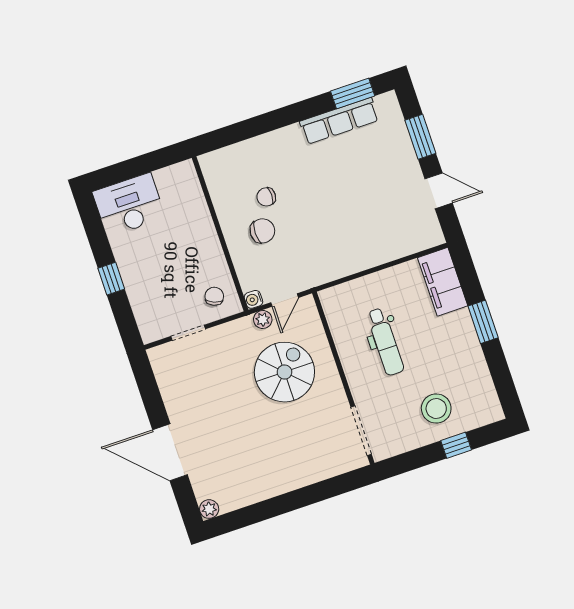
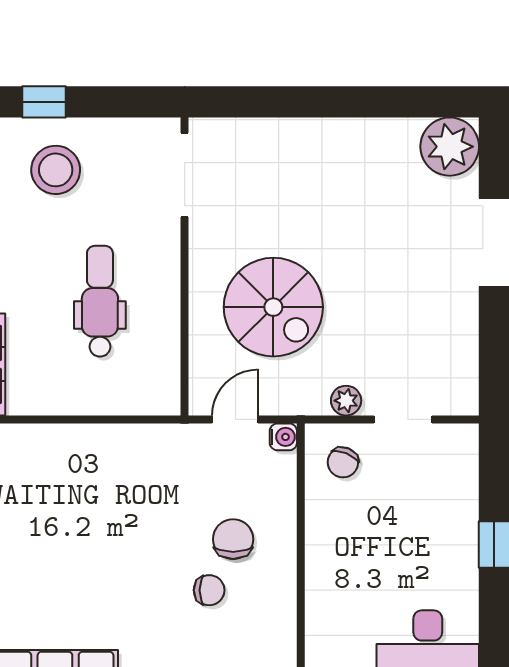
chair: (262, 231) -> (233, 539), turned 90
plant: (263, 319) -> (346, 401), moved
spiral stairs: (284, 372) -> (273, 307), turned -90
plant: (209, 509) -> (450, 147), width x1.87, depth x1.87

